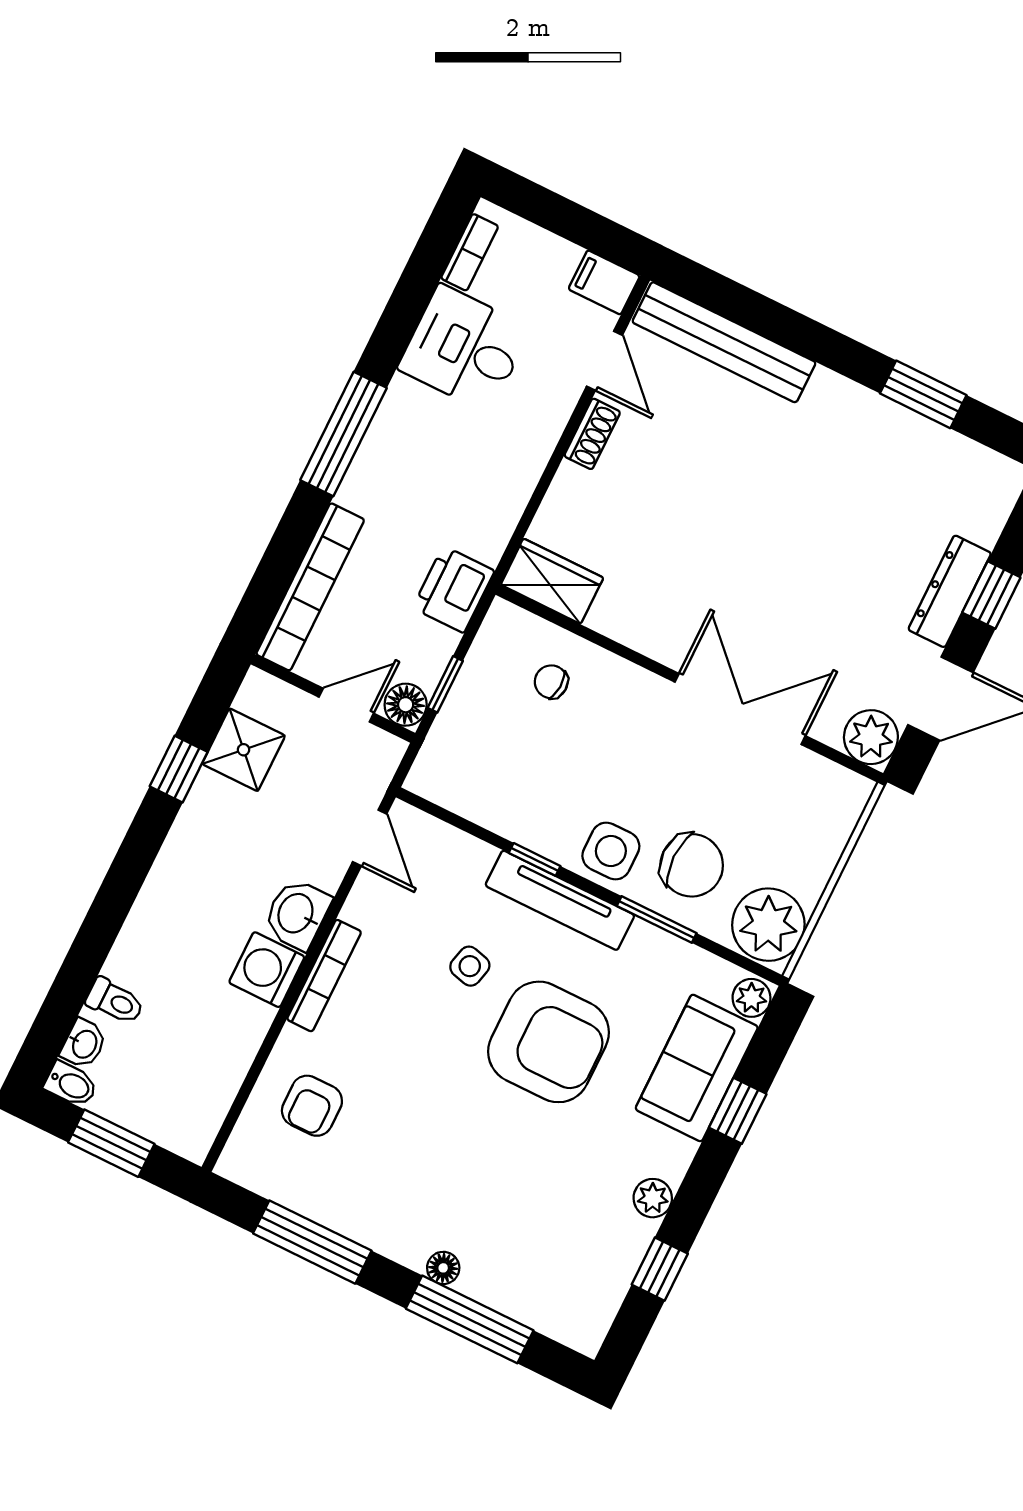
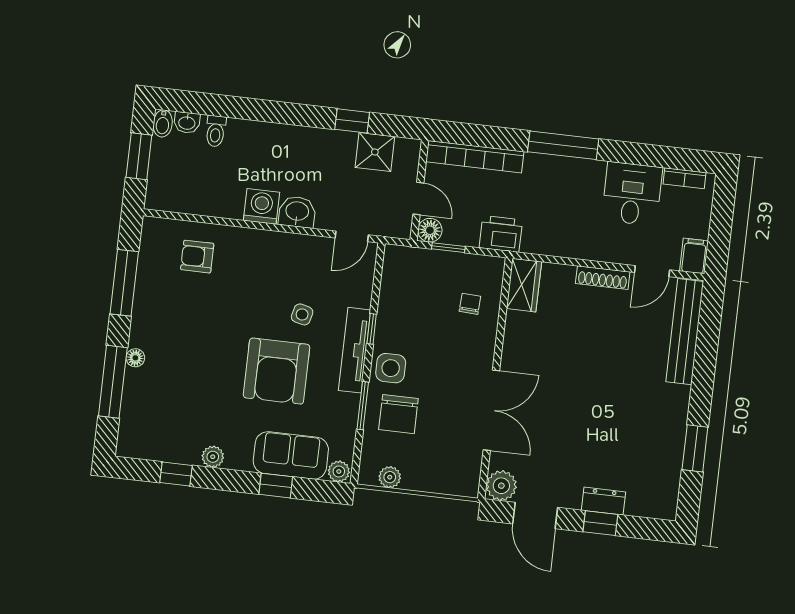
shoe rack: (592, 434) -> (603, 278), width x1.43
dresser: (950, 591) -> (604, 501), width x0.70
plant: (768, 925) -> (390, 477), width x0.53, depth x0.53
bookcase: (324, 976) -> (269, 238), removed

